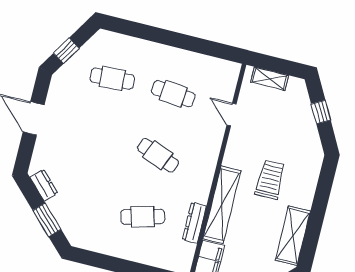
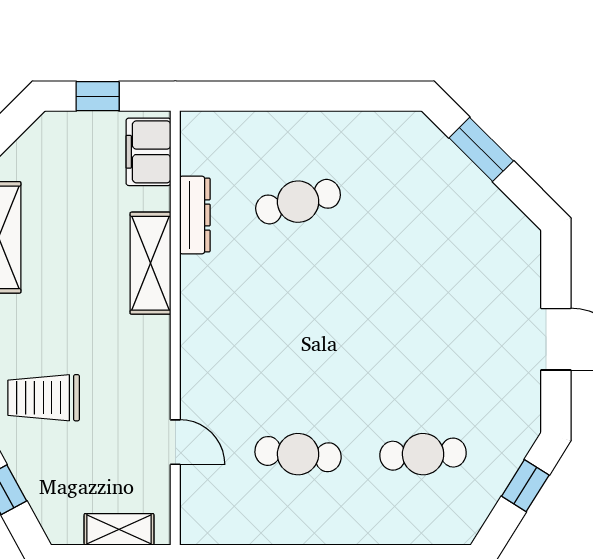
cafe table: (158, 155) -> (298, 328), removed
trolley: (270, 180) -> (44, 398), moved, turned 90
dresser: (44, 185) -> (504, 215), removed
shelving: (222, 205) -> (151, 263), width x0.68

